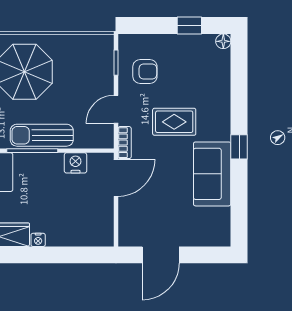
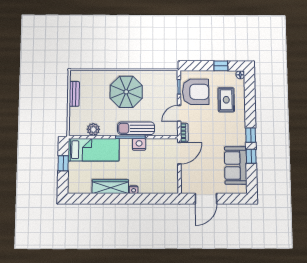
armchair: (145, 71) -> (196, 92), width x1.88, depth x1.88
rug: (174, 122) -> (226, 100), moved, turned 90
nightstand: (75, 163) -> (139, 144), moved
sofa: (212, 174) -> (236, 166), moved
window: (239, 183) -> (251, 156), added

